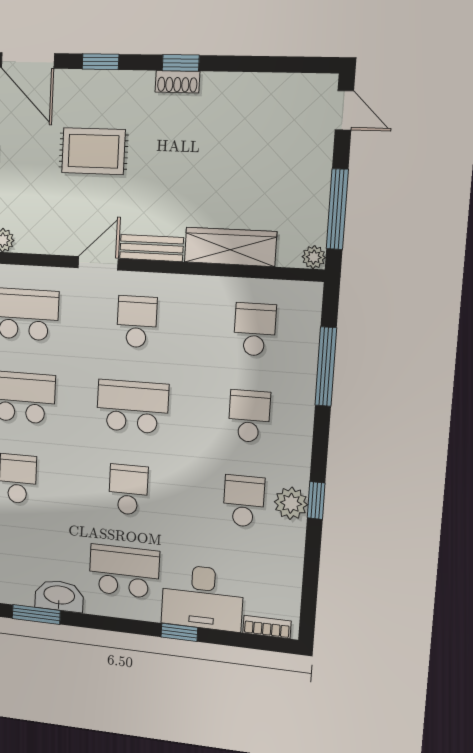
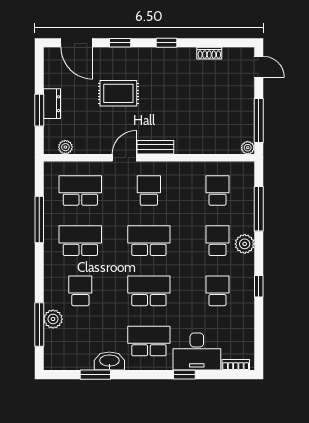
shoe rack: (177, 82) -> (209, 53), moved
wardrobe: (230, 247) -> (201, 144), removed
school desk: (128, 490) -> (149, 291), width x1.85
plant: (291, 503) -> (245, 244), moved

